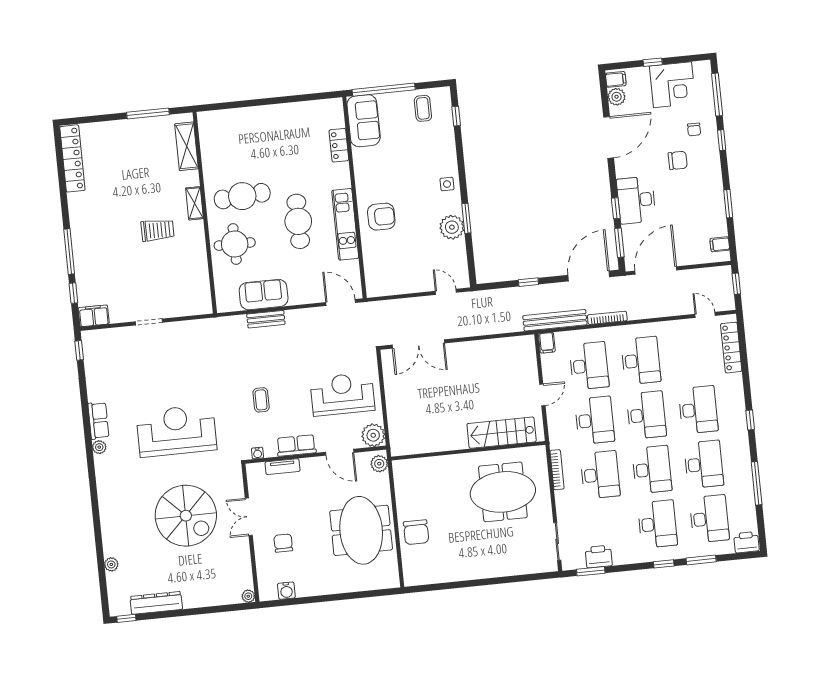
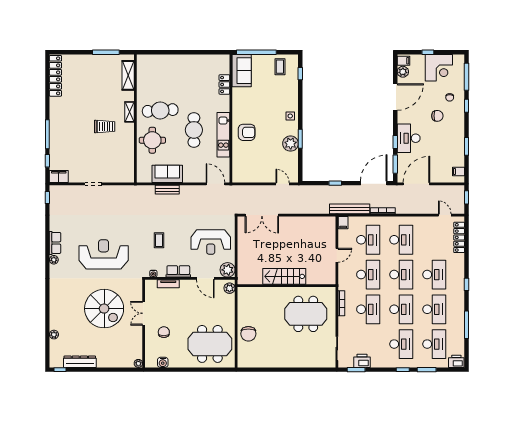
reception desk: (342, 394) -> (211, 242), turned 180
stairs: (502, 433) -> (284, 276), moved
meeting table: (361, 530) -> (210, 344), moved, turned 90

